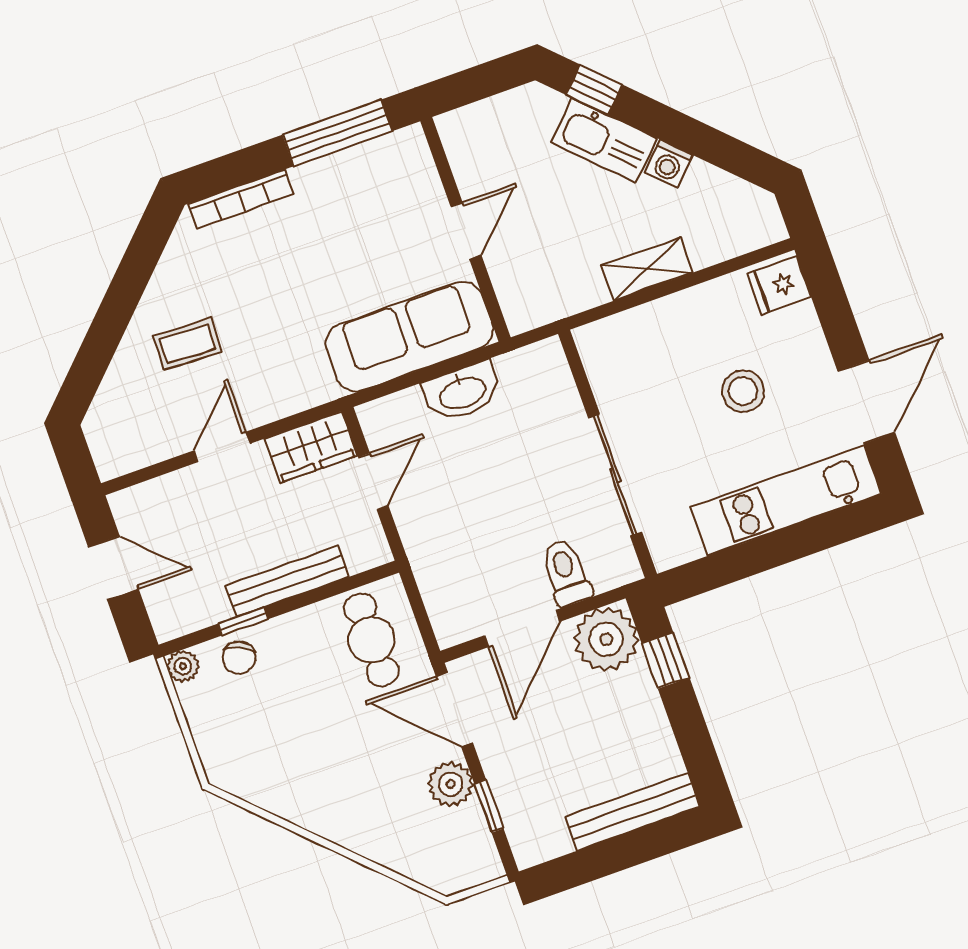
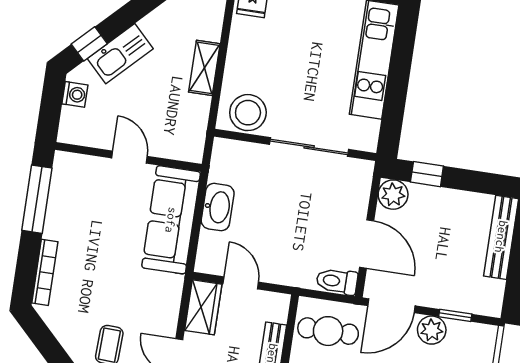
washing machine: (669, 164) -> (75, 94), moved, turned -45
stool: (743, 391) -> (248, 113), moved, width x1.38, depth x1.38
toilet: (566, 573) -> (337, 281), moved
plant: (606, 639) -> (393, 195), width x0.73, depth x0.73

